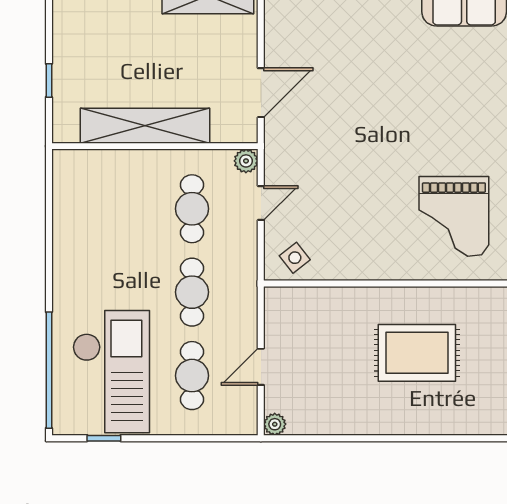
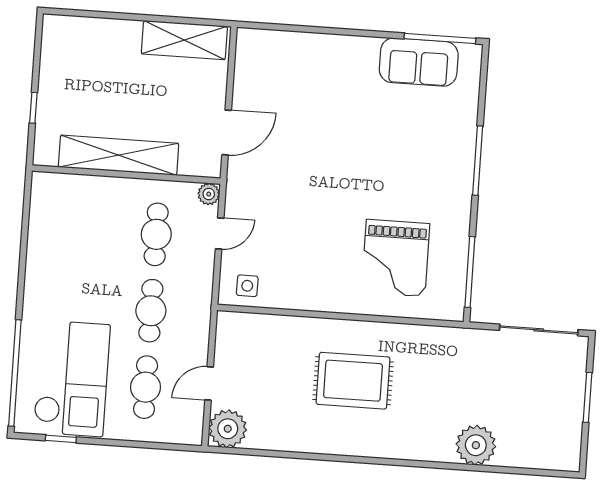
side table: (295, 258) -> (247, 286), turned 38
plant: (275, 424) -> (228, 429), width x1.87, depth x1.87

